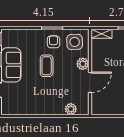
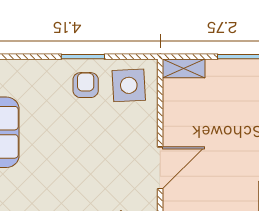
plant: (83, 64) -> (145, 130), removed
coffee table: (47, 66) -> (71, 134), removed

